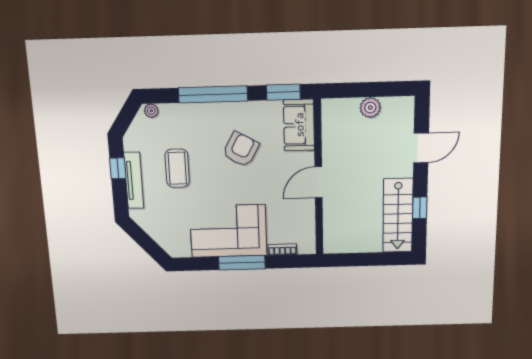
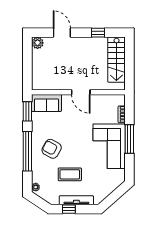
plant: (370, 108) -> (38, 43), moved
armchair: (241, 149) -> (52, 149), moved
stairs: (398, 215) -> (116, 60), moved, turned 90

